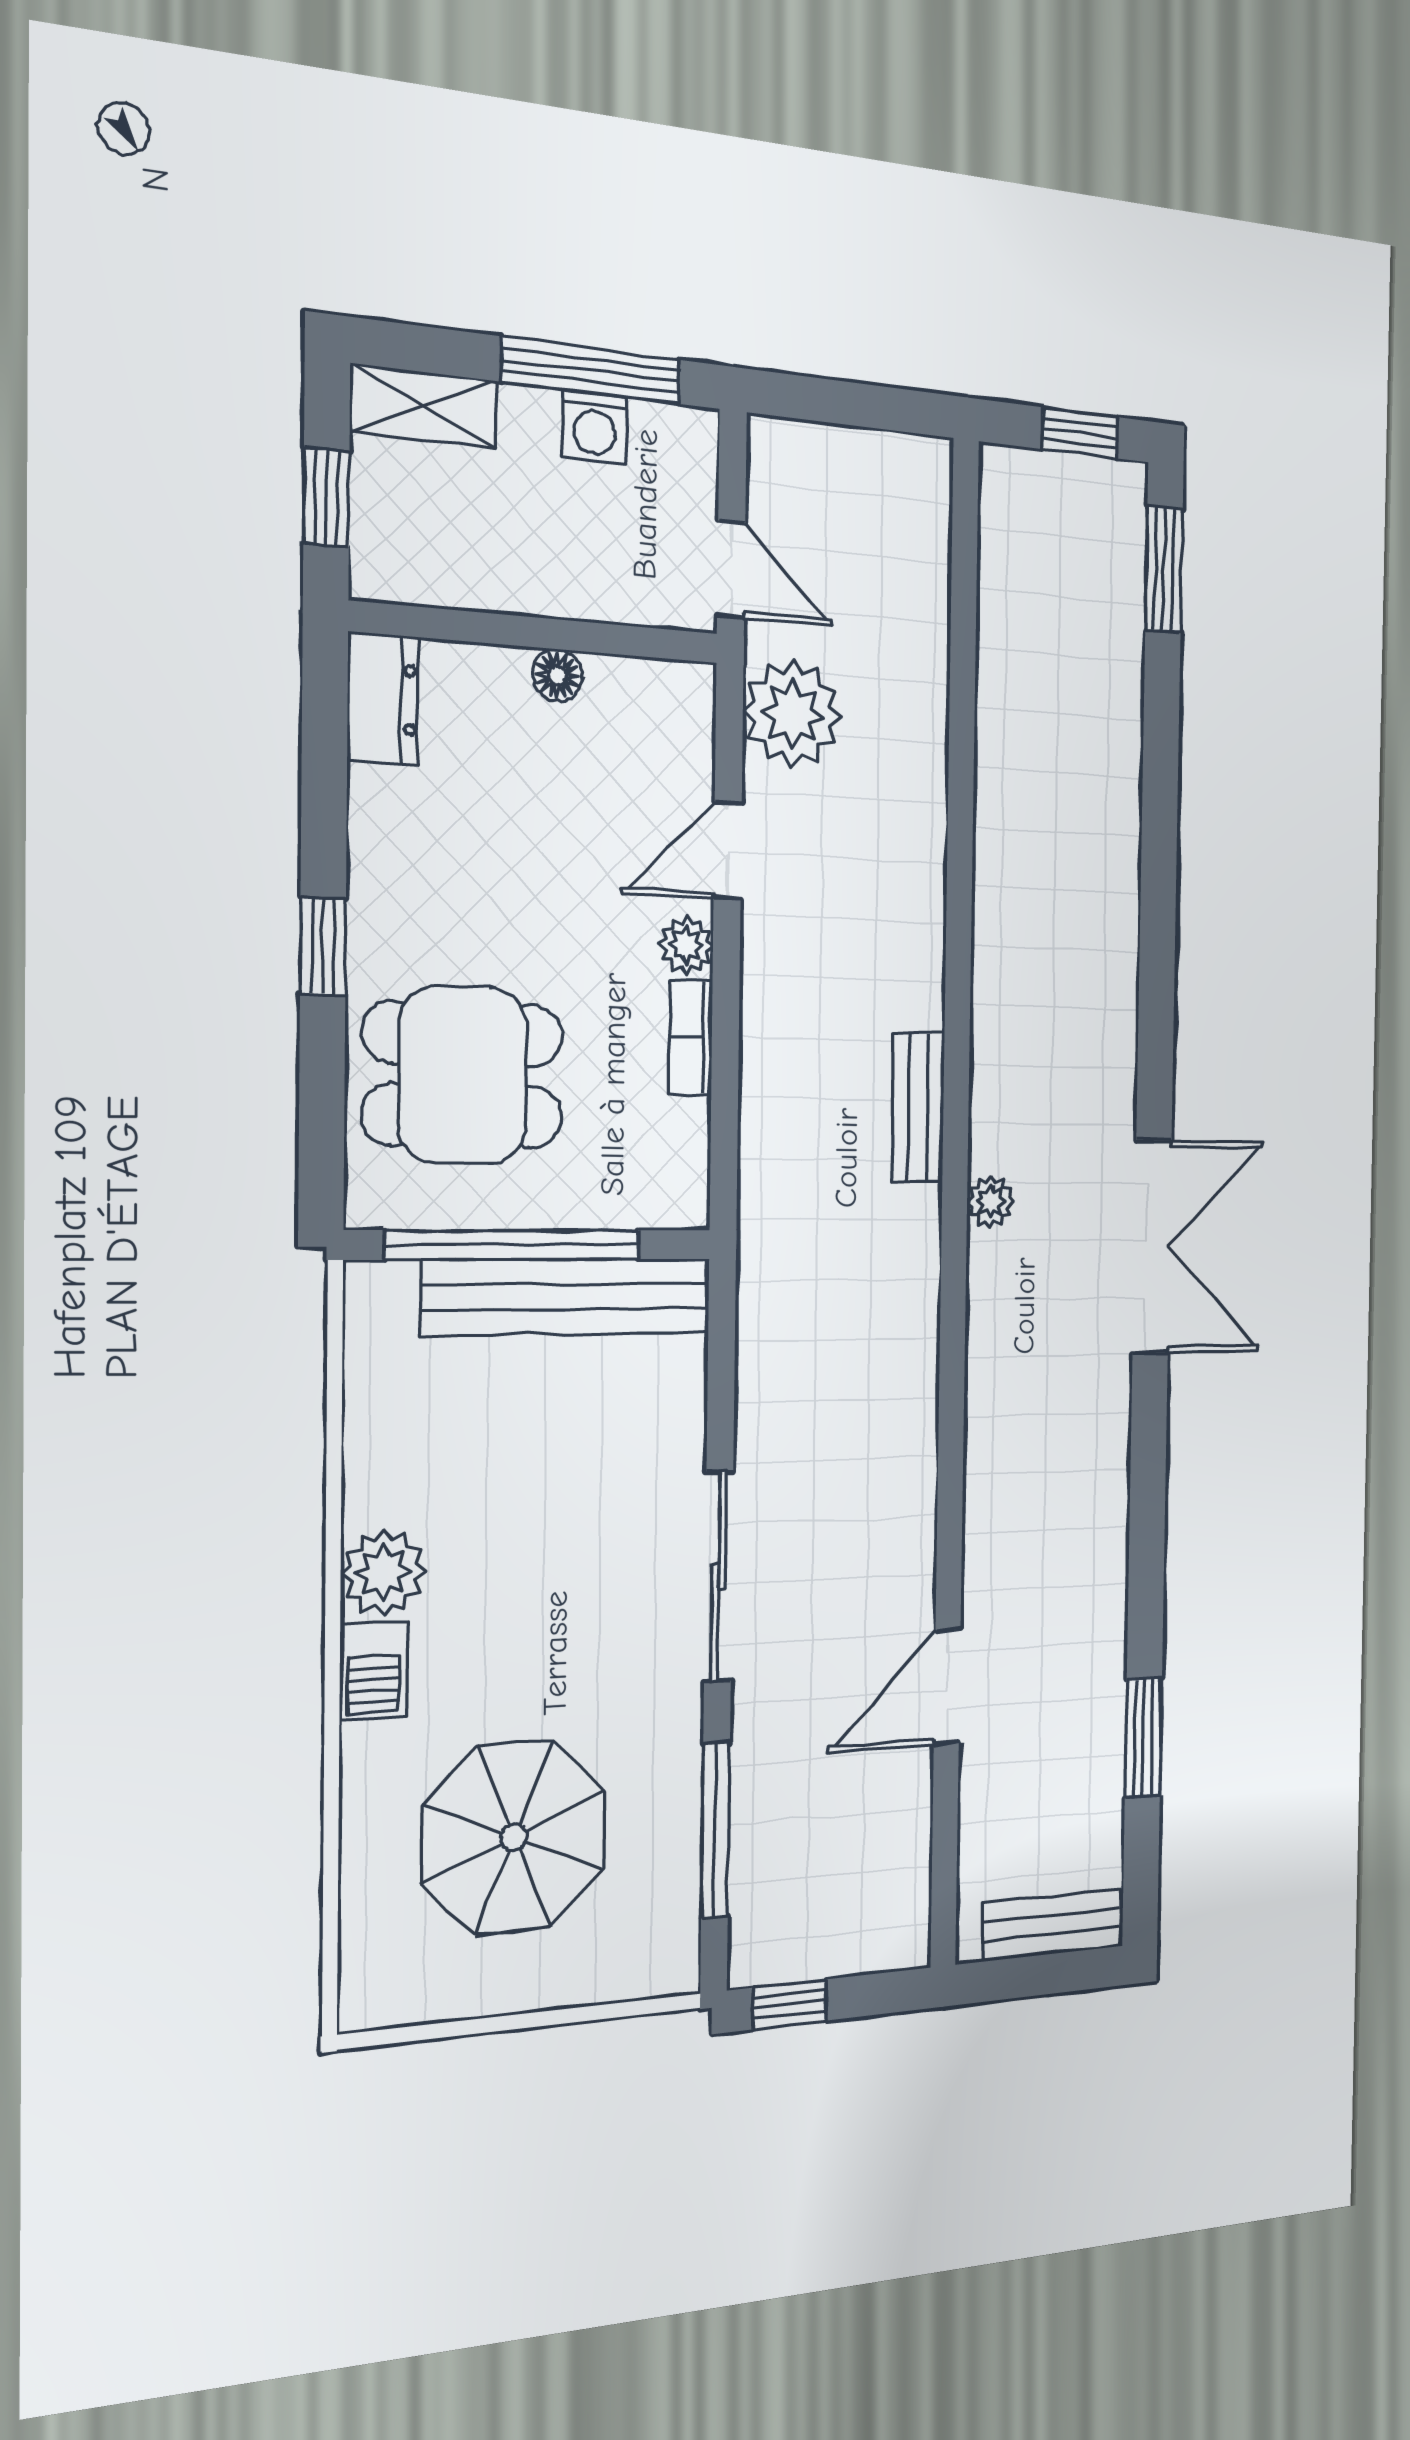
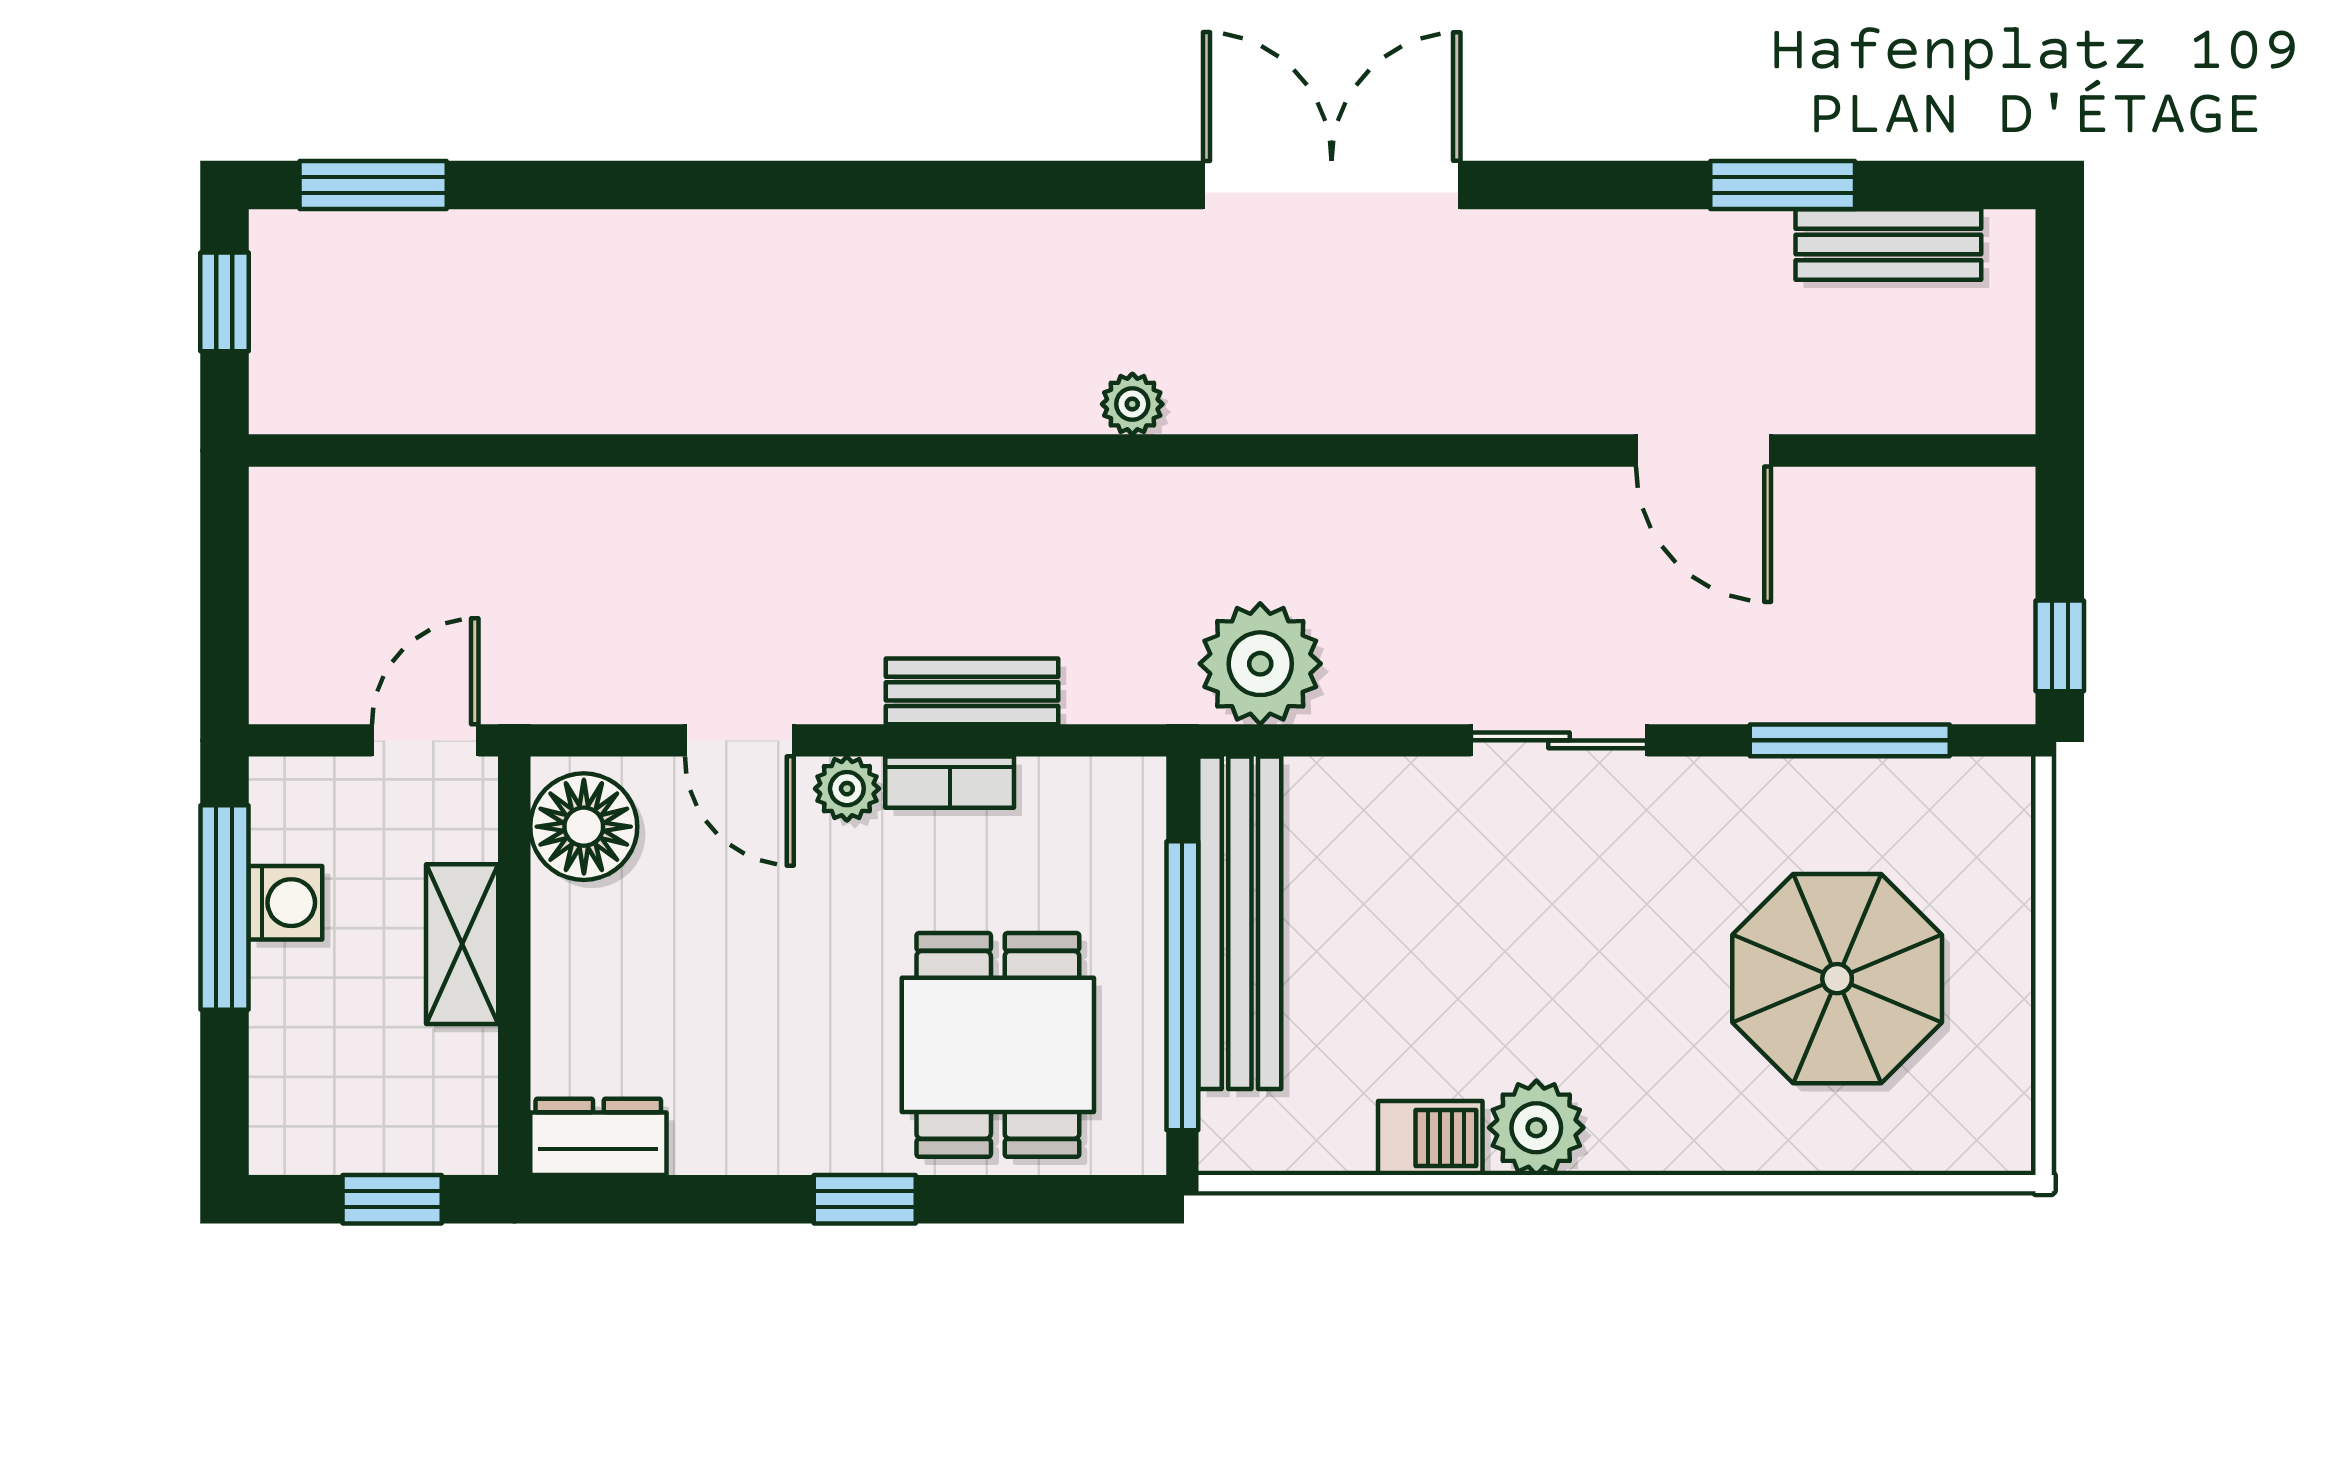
shelving: (423, 406) -> (462, 944), moved
floor lamp: (557, 675) -> (584, 827), moved, width x1.89, depth x1.89
plant: (793, 714) -> (1260, 664), moved
bench: (918, 1107) -> (972, 691), moved
double door: (1152, 1247) -> (1332, 185), moved
sliding door: (719, 1576) -> (1559, 740), width x0.73
barbecue: (374, 1671) -> (1430, 1138), moved
bench: (1052, 1925) -> (1888, 244), moved, turned 90

